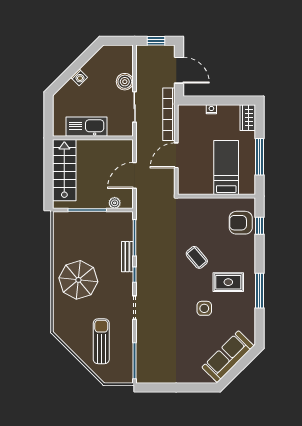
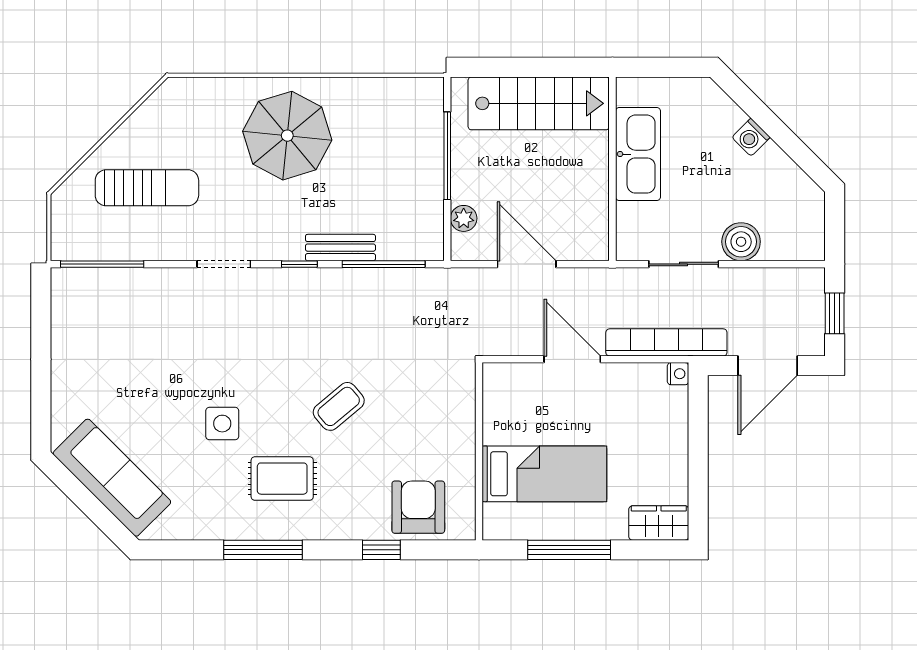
nightstand: (211, 109) -> (678, 374), moved
window: (259, 226) -> (381, 550), moved
rug: (228, 282) -> (282, 479), turned 90

